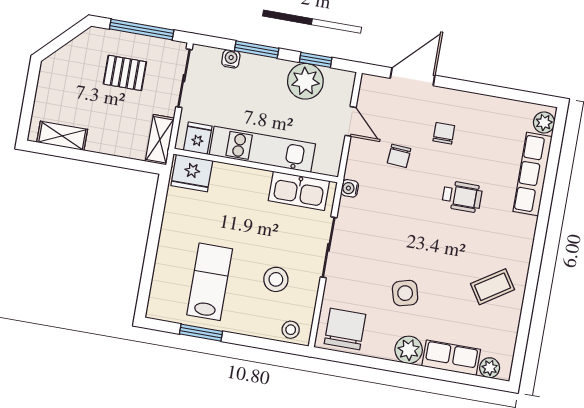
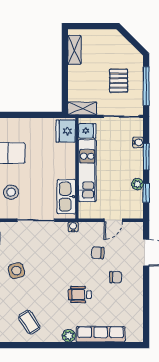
plant: (305, 81) -> (137, 184), width x0.53, depth x0.53
plant: (544, 122) -> (69, 336), moved
wheelchair: (462, 197) -> (80, 295), turned 90

